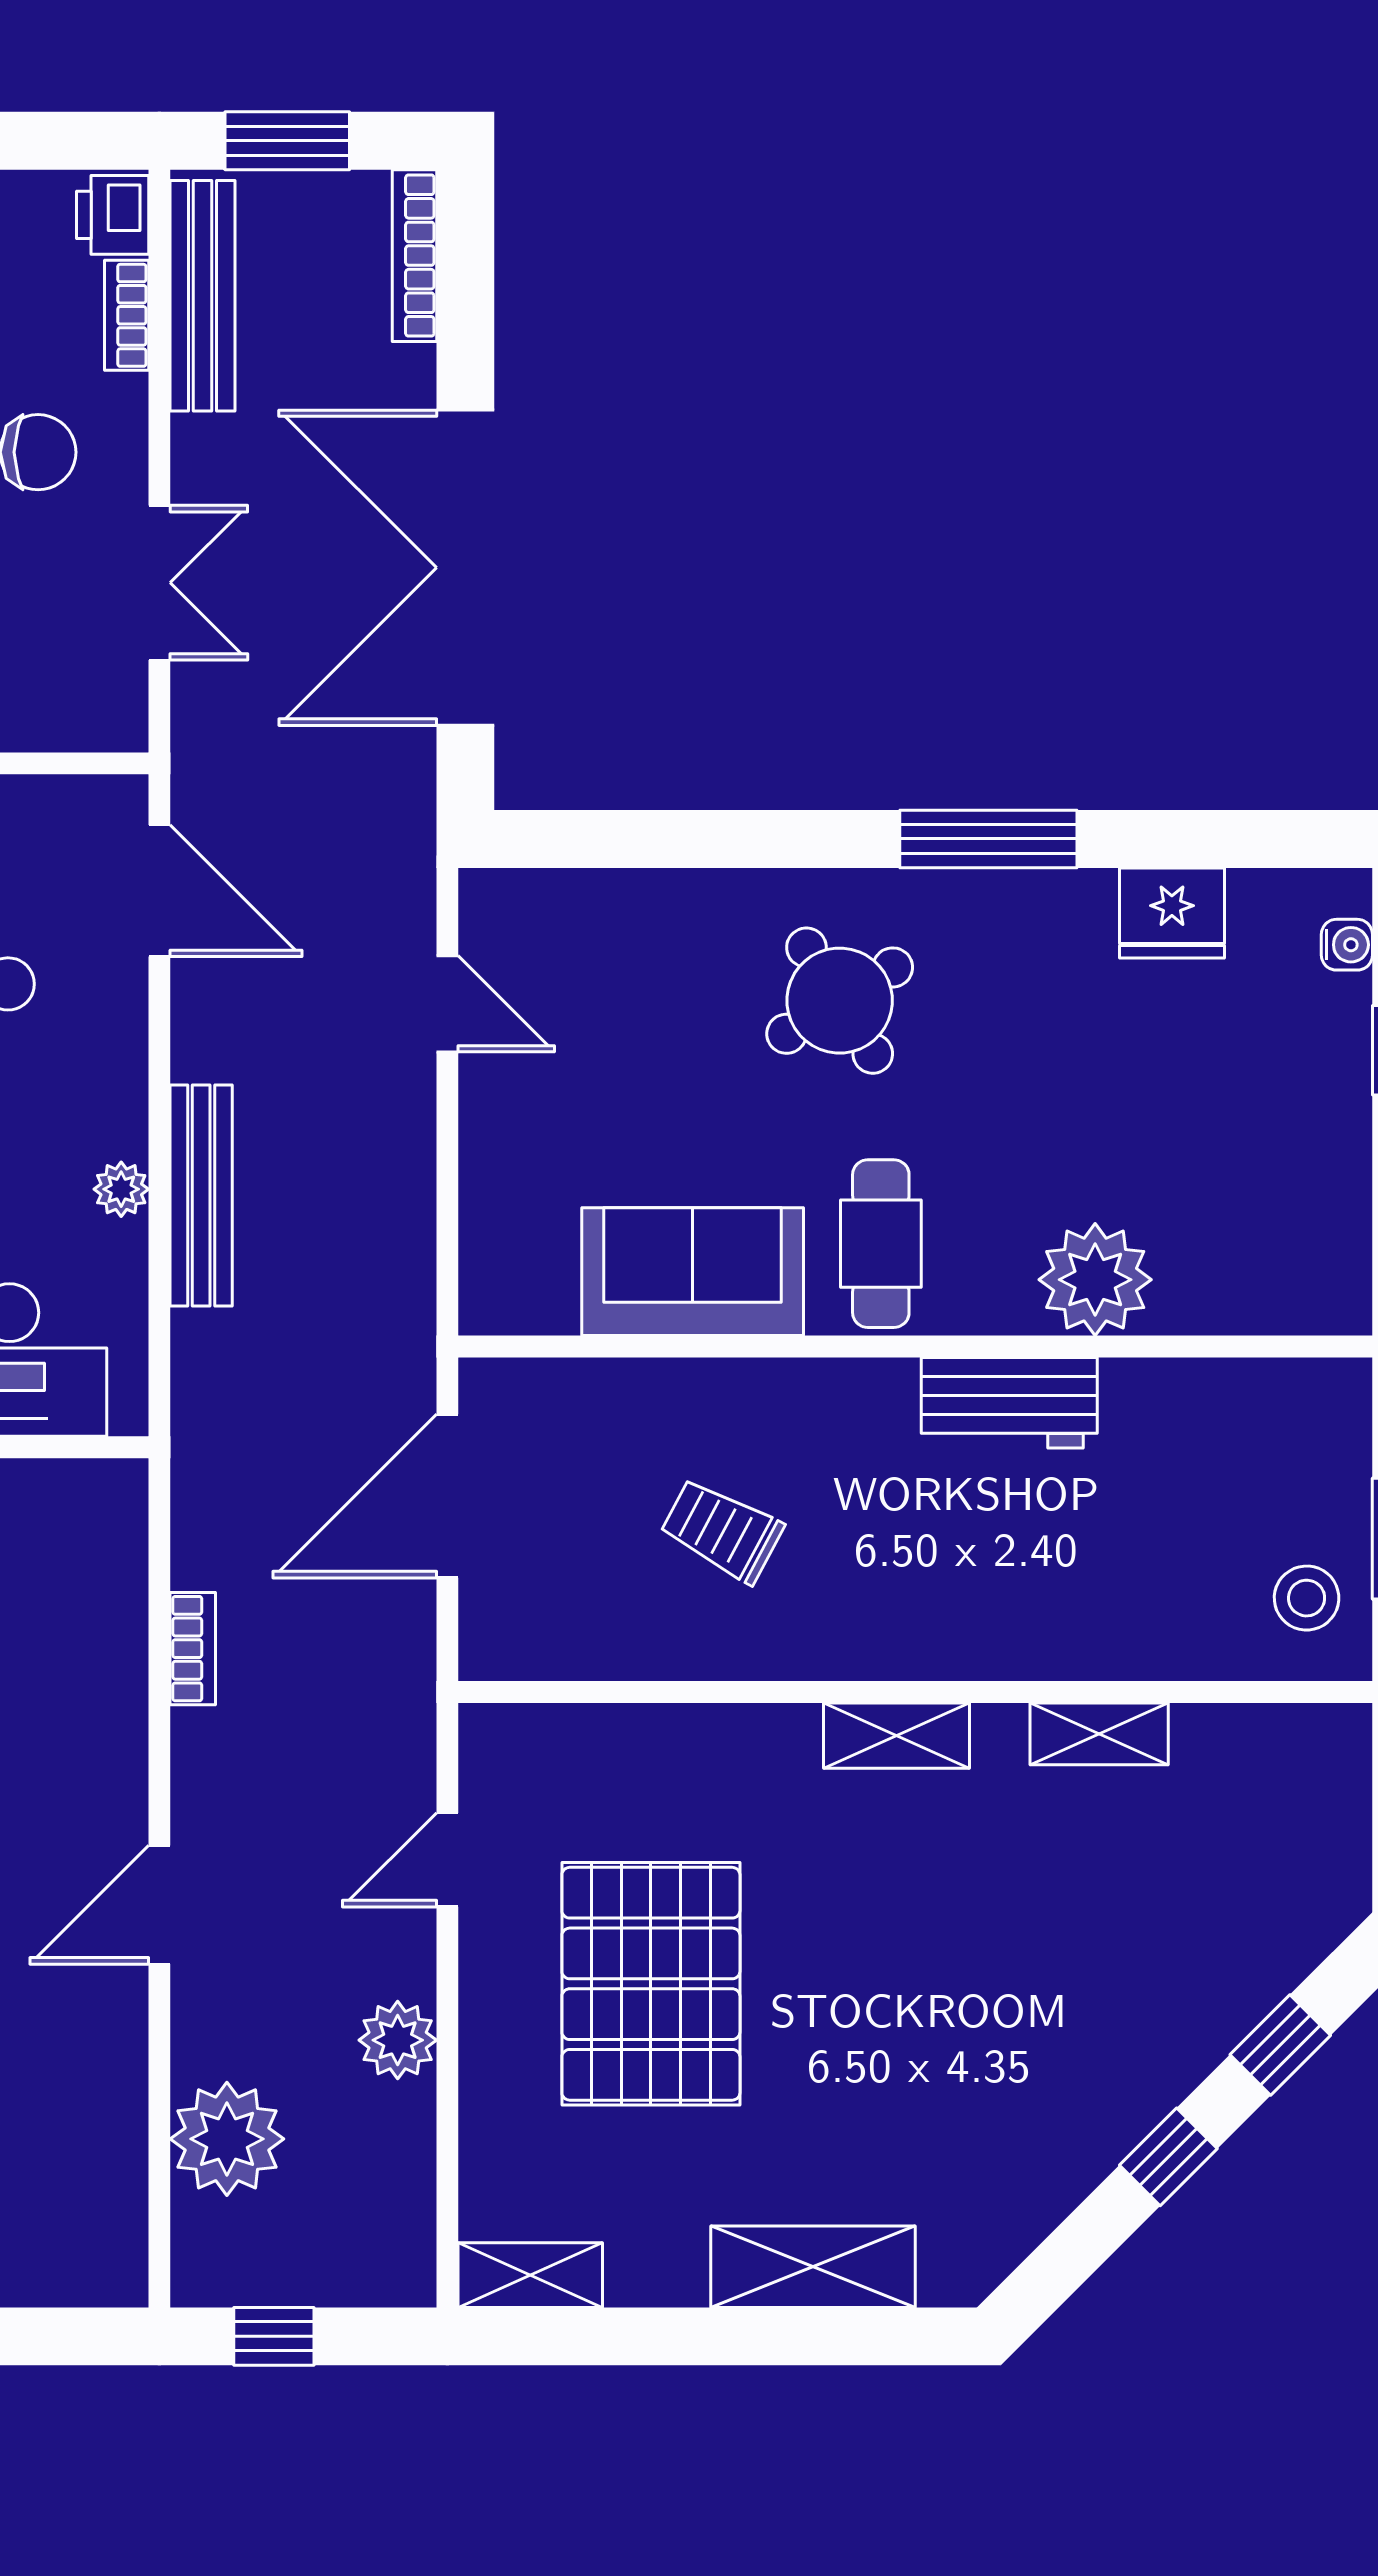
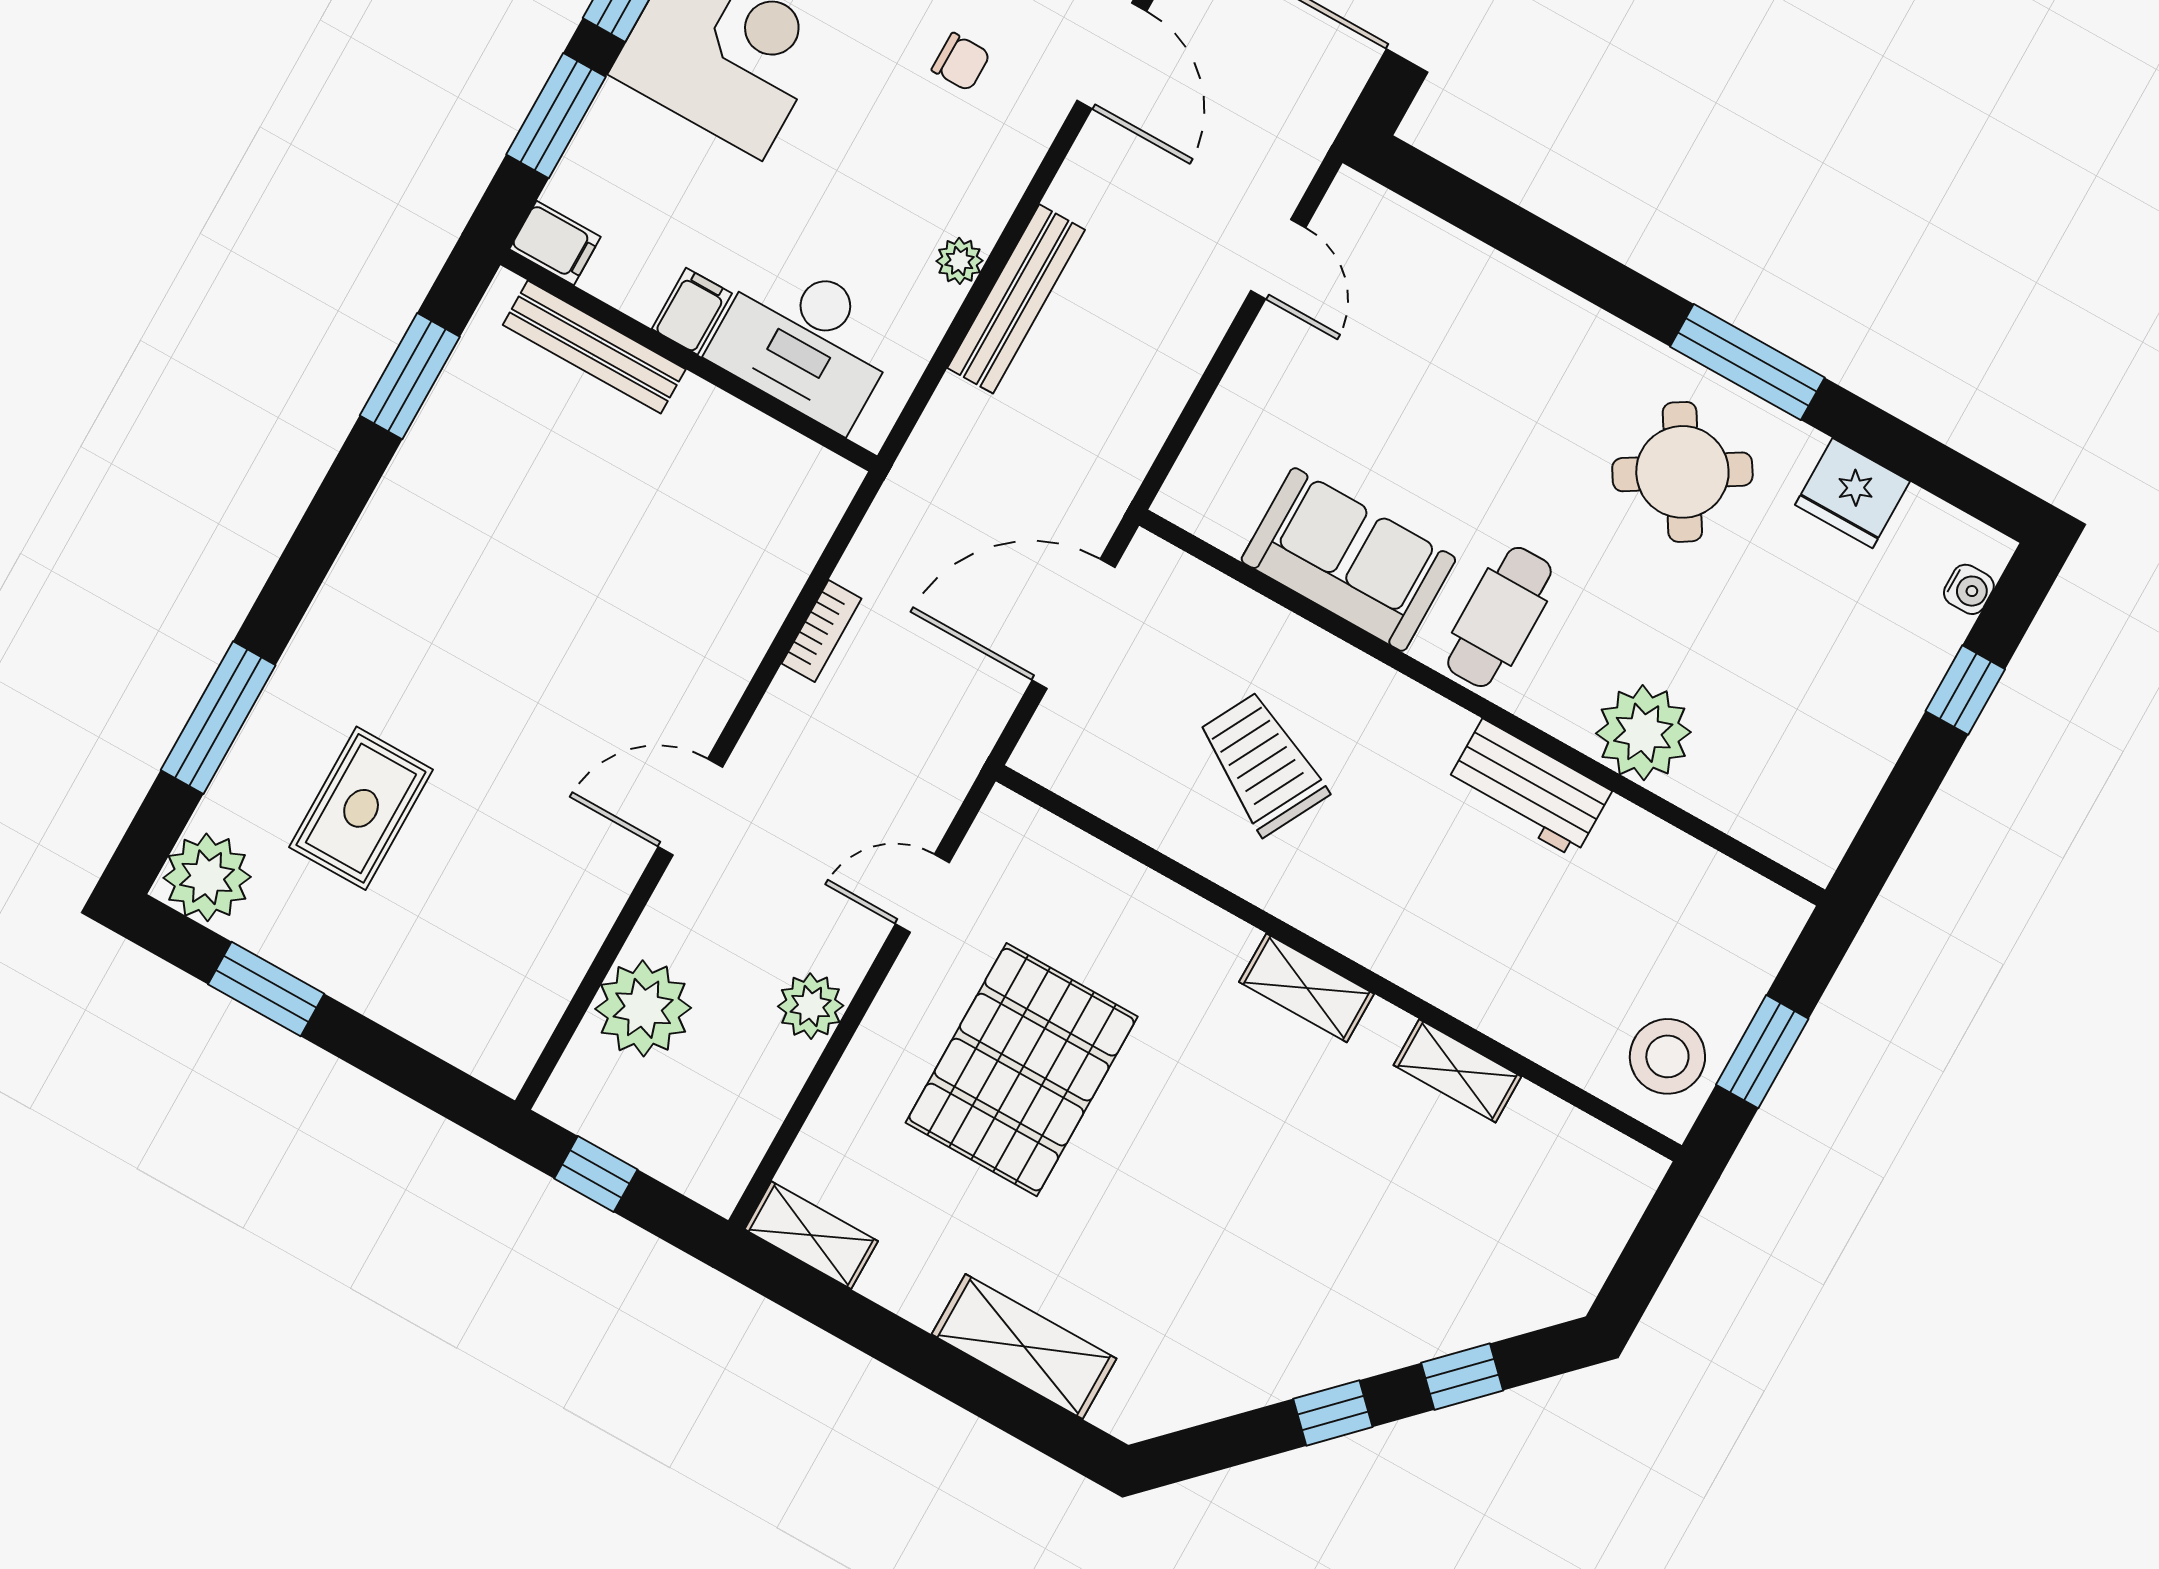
round table: (840, 1001) -> (1682, 472), moved
trolley: (722, 1530) -> (1263, 763), width x1.36, depth x1.39
stool: (1307, 1598) -> (1667, 1056), width x1.38, depth x1.38

